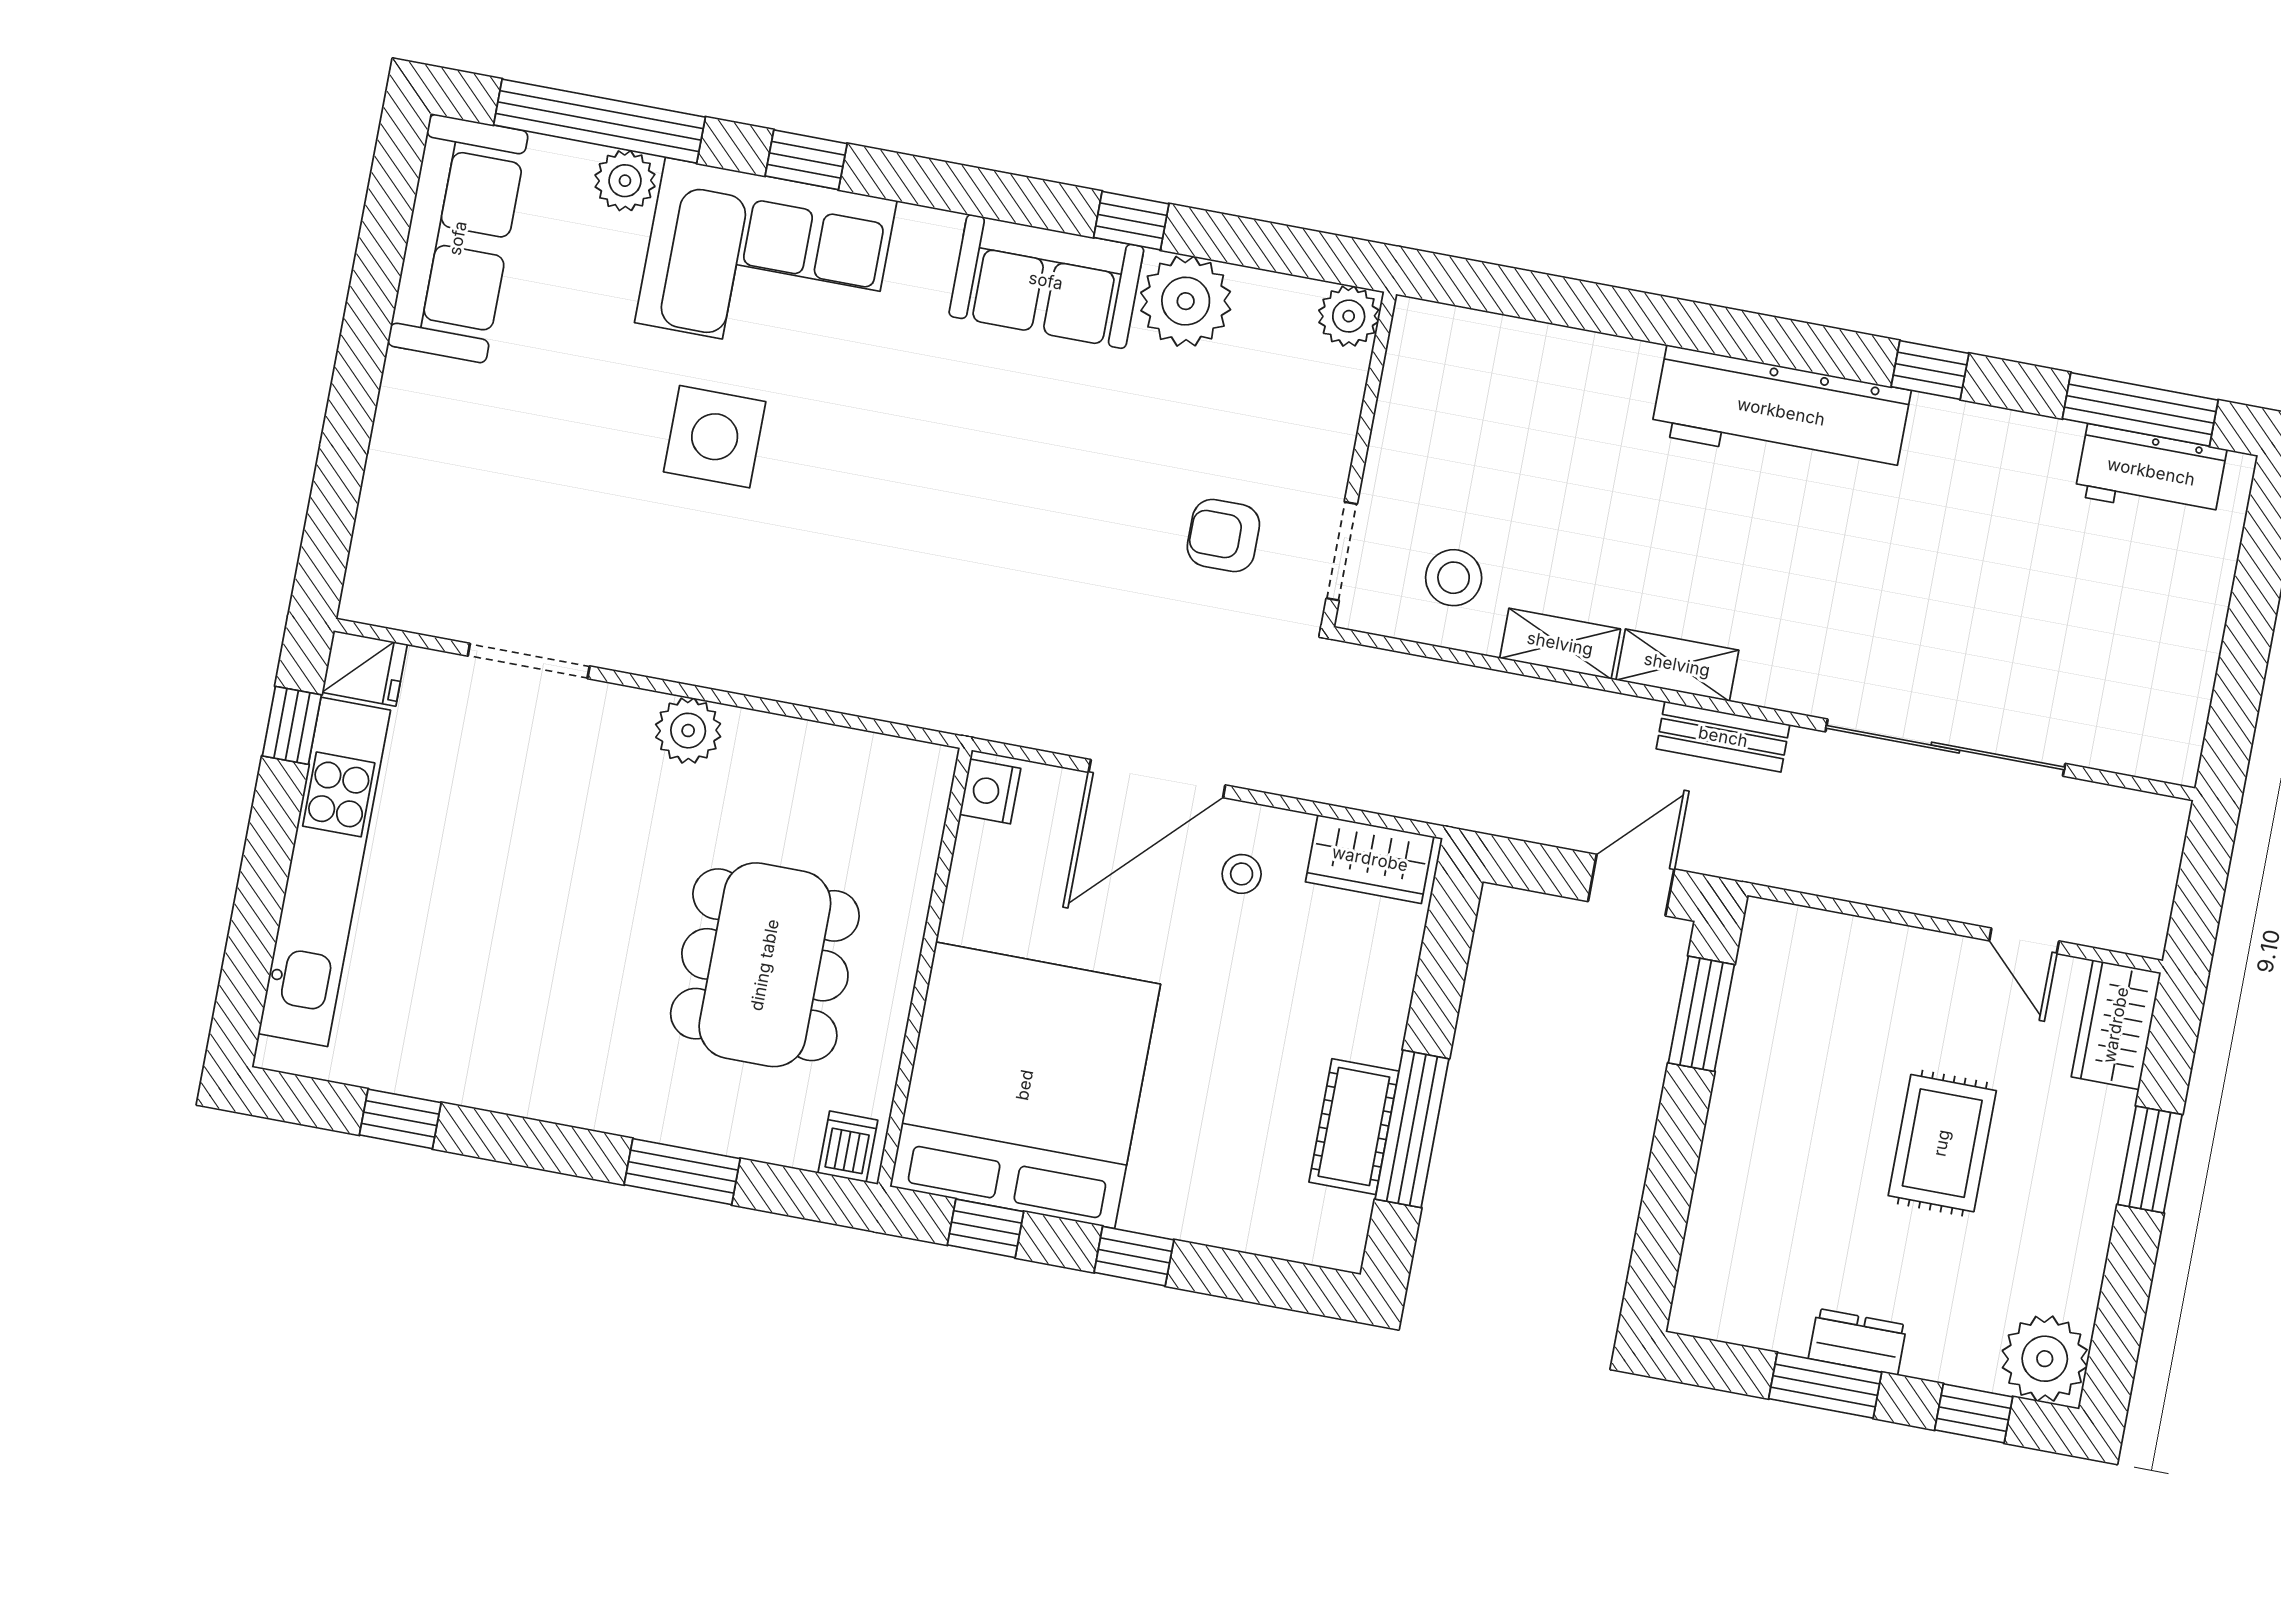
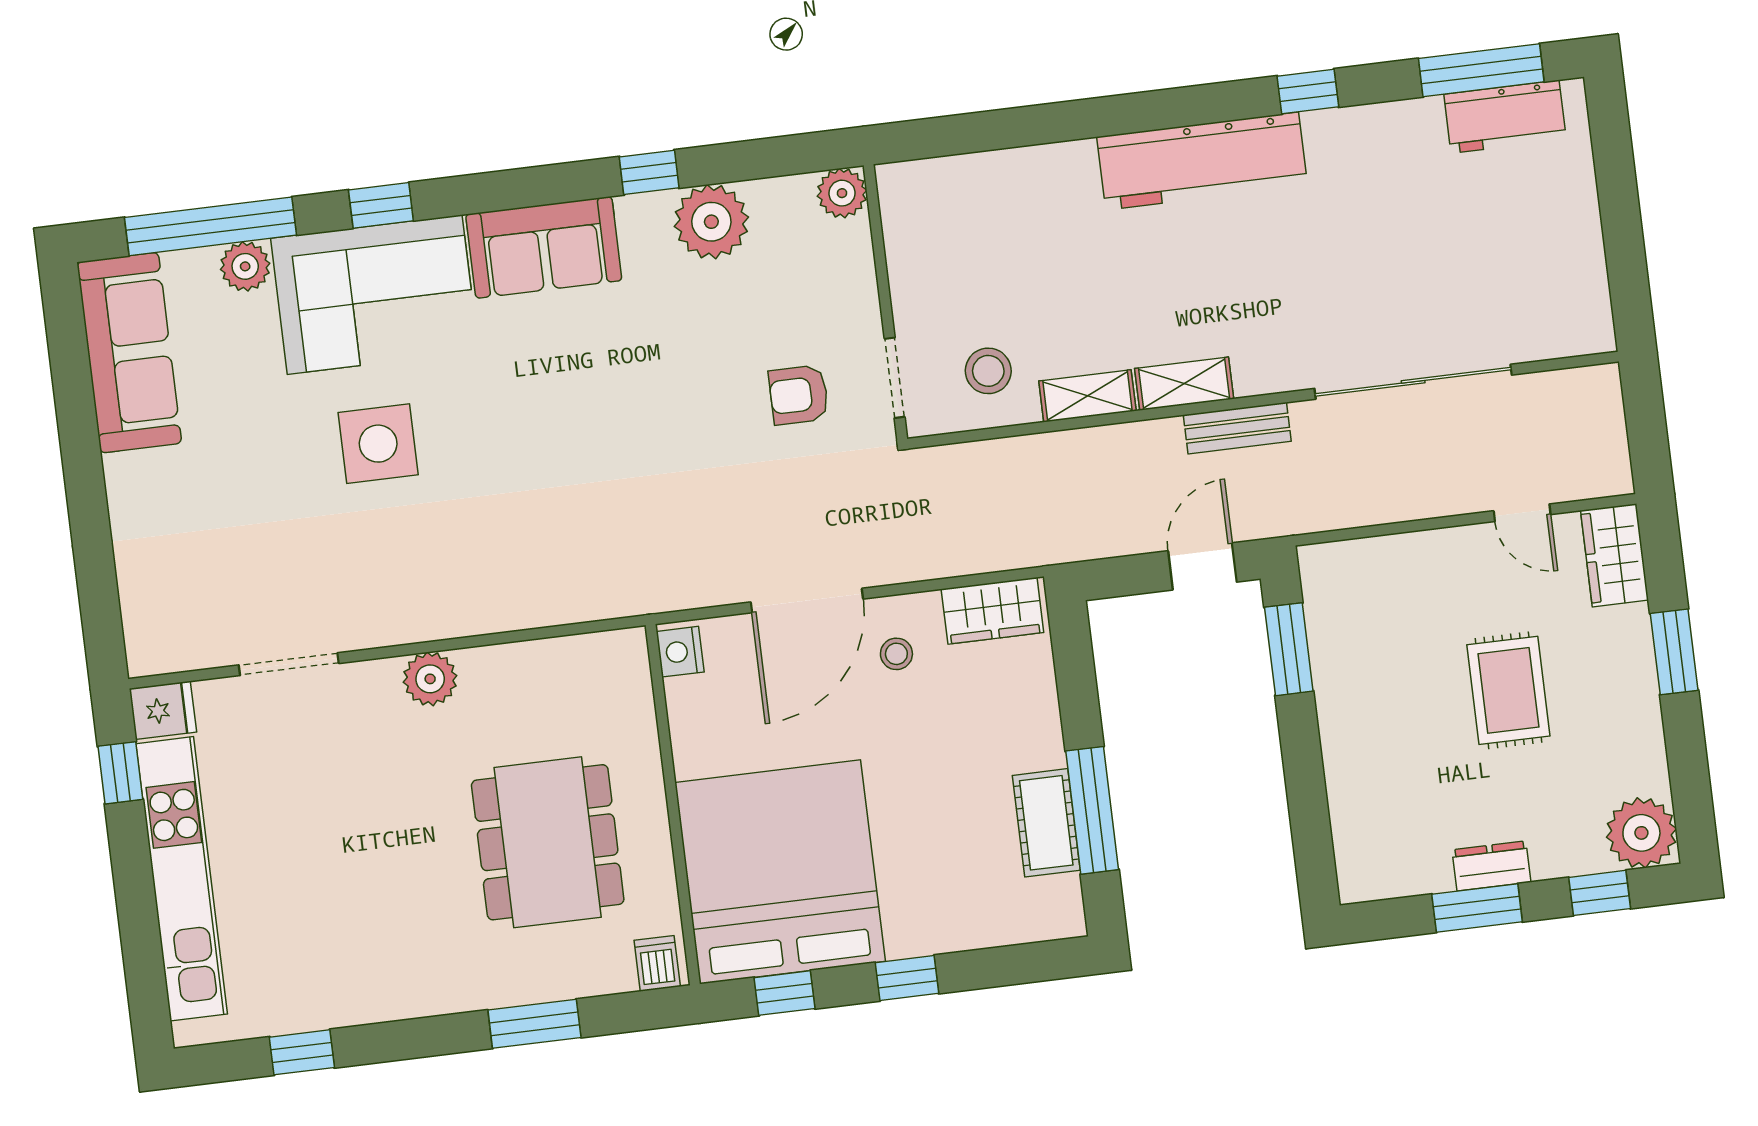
sofa: (1046, 281) -> (544, 247), moved

